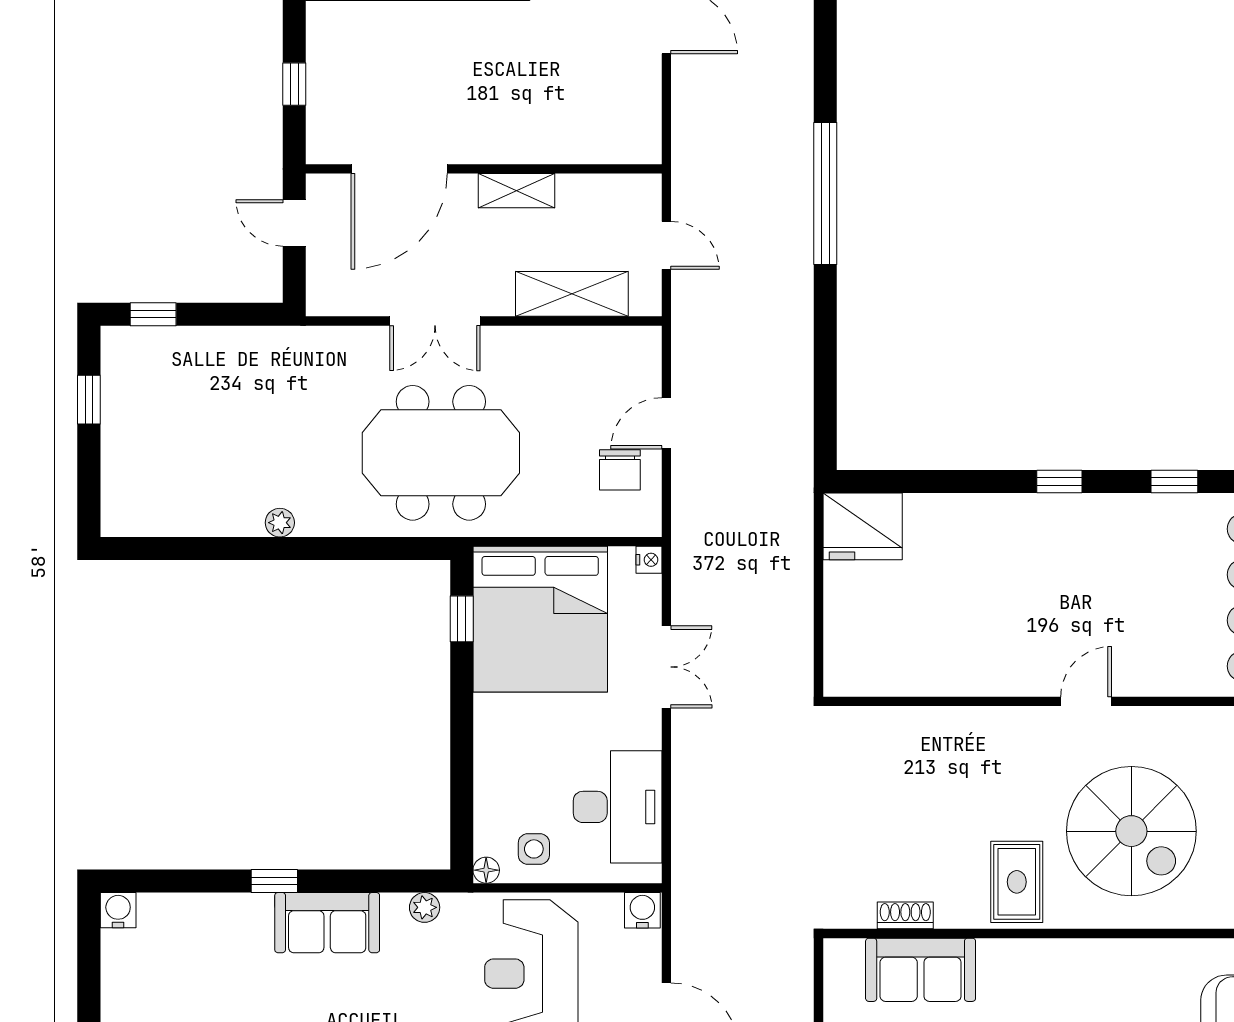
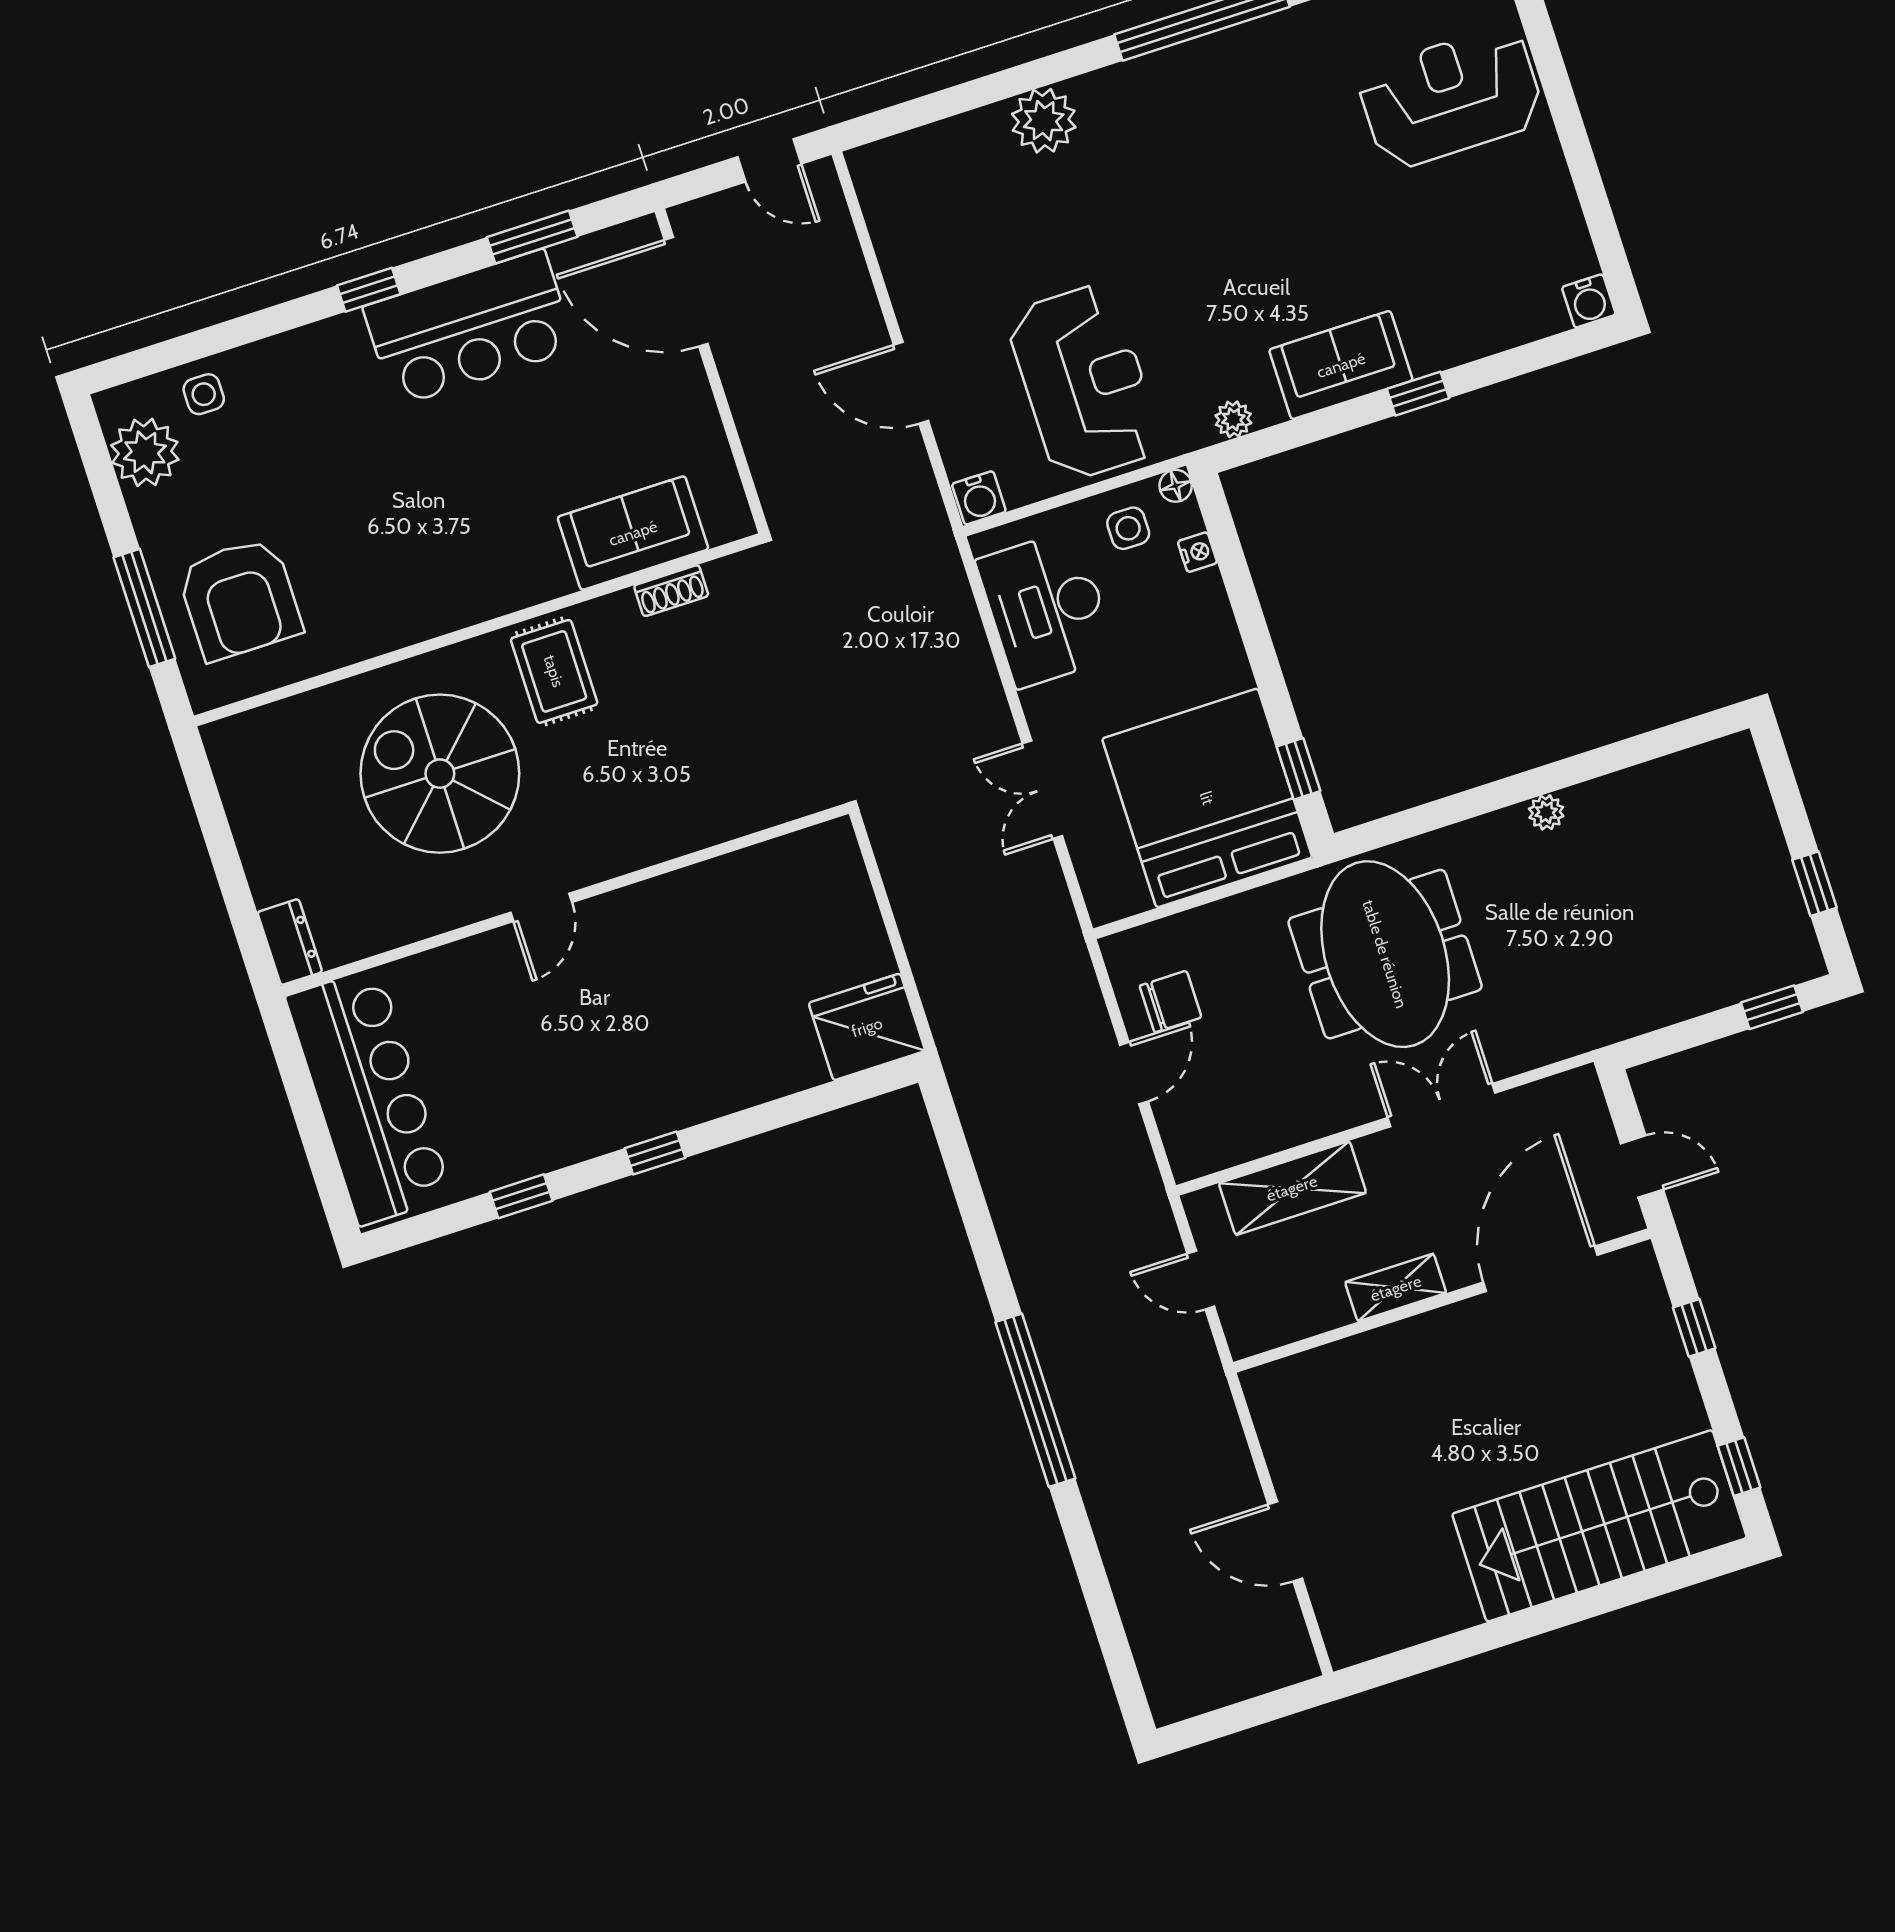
meeting table: (441, 453) -> (1385, 954), turned 90
chair: (620, 470) -> (1171, 1001), turned 90
nightstand: (649, 560) -> (1197, 552), moved, turned 180

